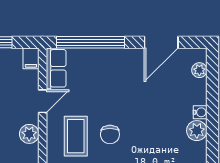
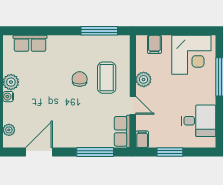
window: (90, 42) -> (95, 152), width x0.68
door: (43, 101) -> (133, 105), swing flipped

